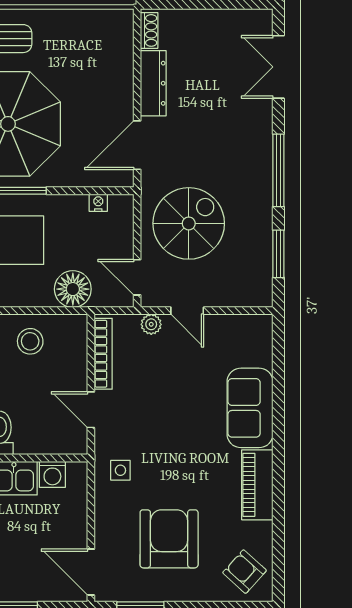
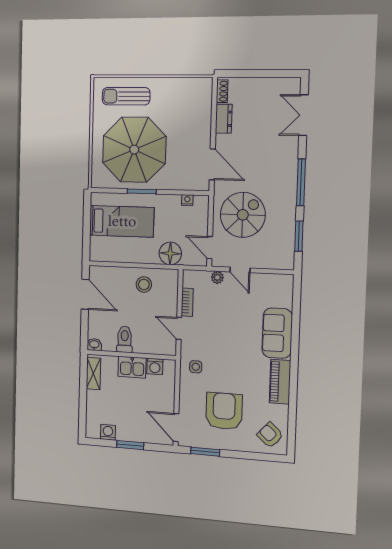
dresser: (153, 83) -> (224, 119), width x0.70
door: (137, 145) -> (212, 164), swing flipped
bookcase: (103, 354) -> (187, 302), width x0.64

